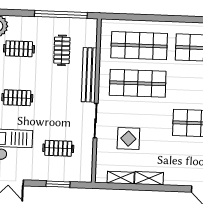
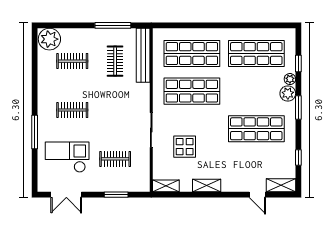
window: (61, 14) -> (113, 25), width x0.68
bench: (89, 75) -> (143, 55), moved
shelving: (121, 178) -> (166, 186), moved

